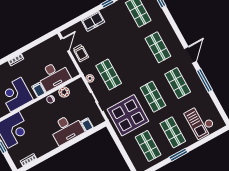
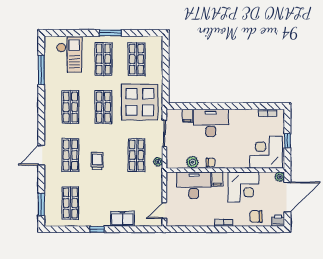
trolley: (81, 53) -> (97, 161), moved
door: (190, 55) -> (41, 155), moved
window: (204, 80) -> (41, 70), moved

